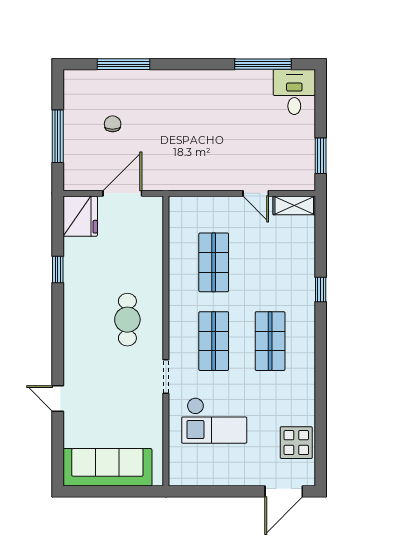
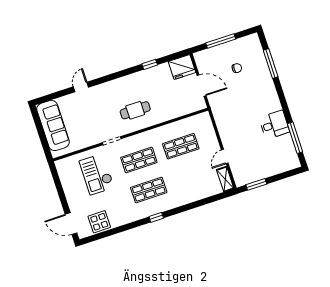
desk: (294, 92) -> (274, 125), moved
window: (321, 289) -> (156, 217), moved

